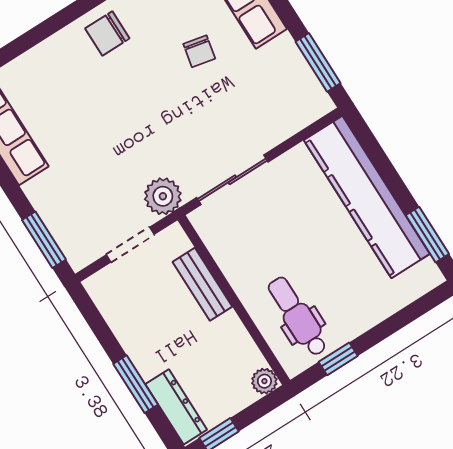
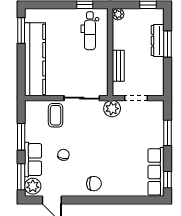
window: (318, 62) -> (21, 137), moved
coffee table: (261, 116) -> (56, 115), added
window: (44, 240) -> (168, 133), moved
dresser: (176, 407) -> (158, 41), moved

